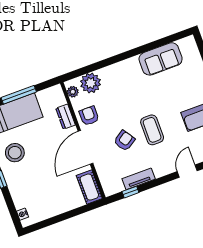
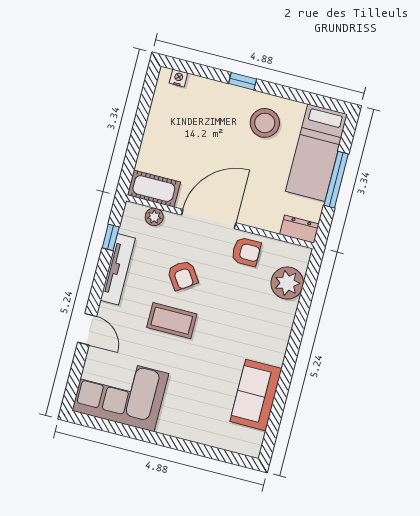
plant: (73, 92) -> (154, 217), moved
dresser: (66, 117) -> (299, 229), moved
door: (85, 147) -> (209, 219), hinge flipped
tv unit: (139, 179) -> (118, 269), width x1.41

